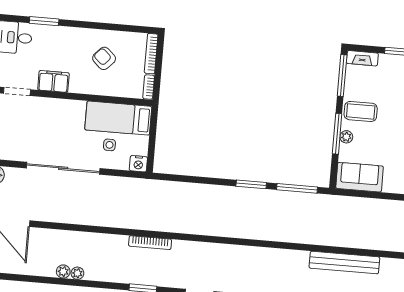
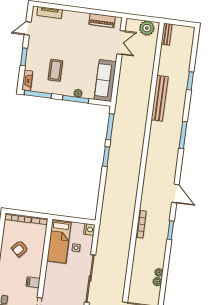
filing cabinet: (53, 81) -> (33, 282), width x0.50
coffee table: (361, 111) -> (55, 70), moved
sofa: (359, 177) -> (105, 81), width x1.36

